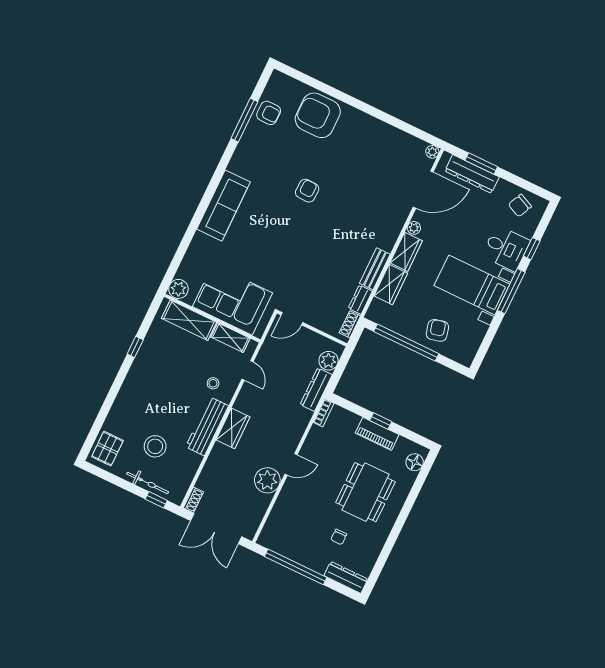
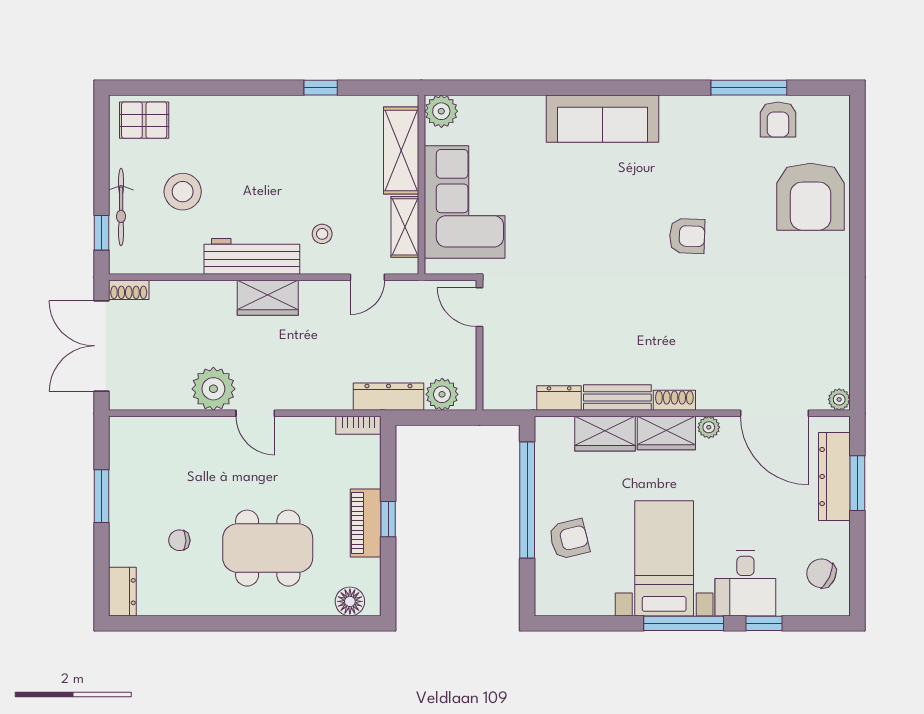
armchair: (318, 115) -> (811, 197), turned 180
shoe rack: (350, 324) -> (674, 400), moved
window: (296, 567) -> (101, 496), width x0.47
dresser: (346, 577) -> (122, 592), width x0.70

